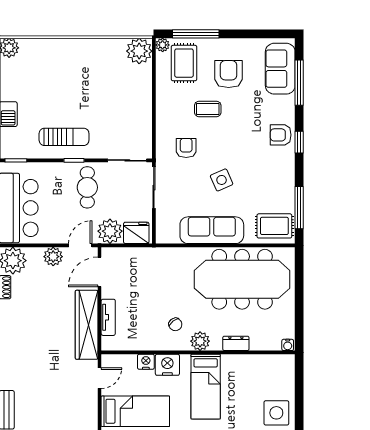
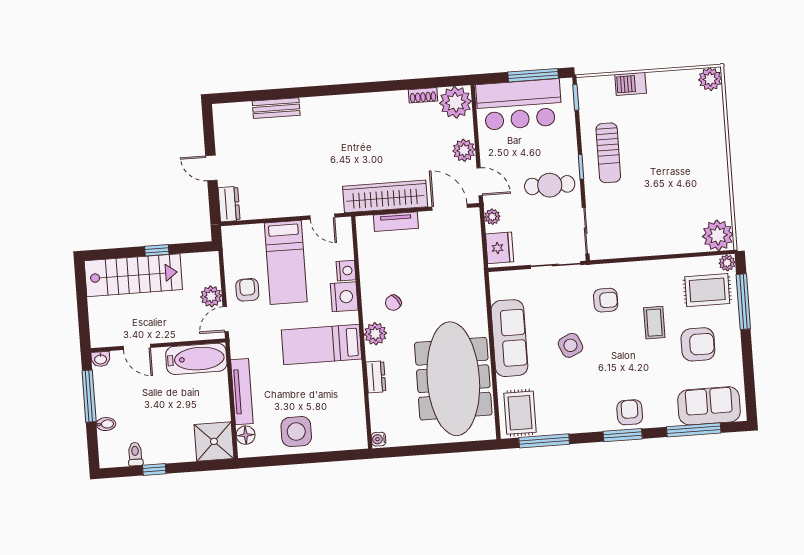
window: (299, 142) -> (623, 435), width x1.50
plant: (110, 231) -> (492, 217), width x0.53, depth x0.53

